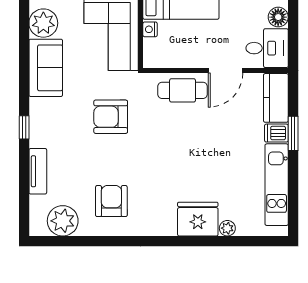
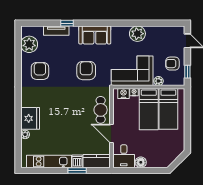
nightstand: (152, 49) -> (124, 93), added
sofa: (46, 68) -> (95, 35), moved
window: (24, 127) -> (67, 23), moved
armchair: (111, 201) -> (40, 71), turned -90

